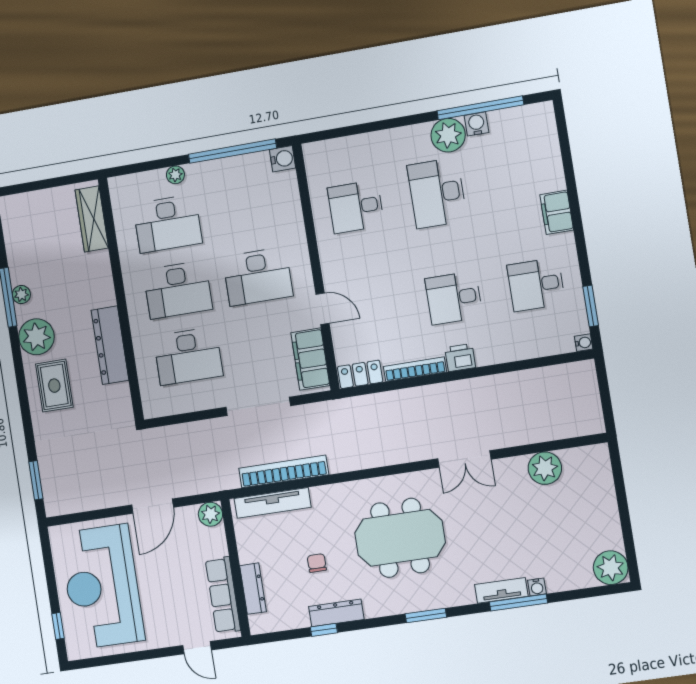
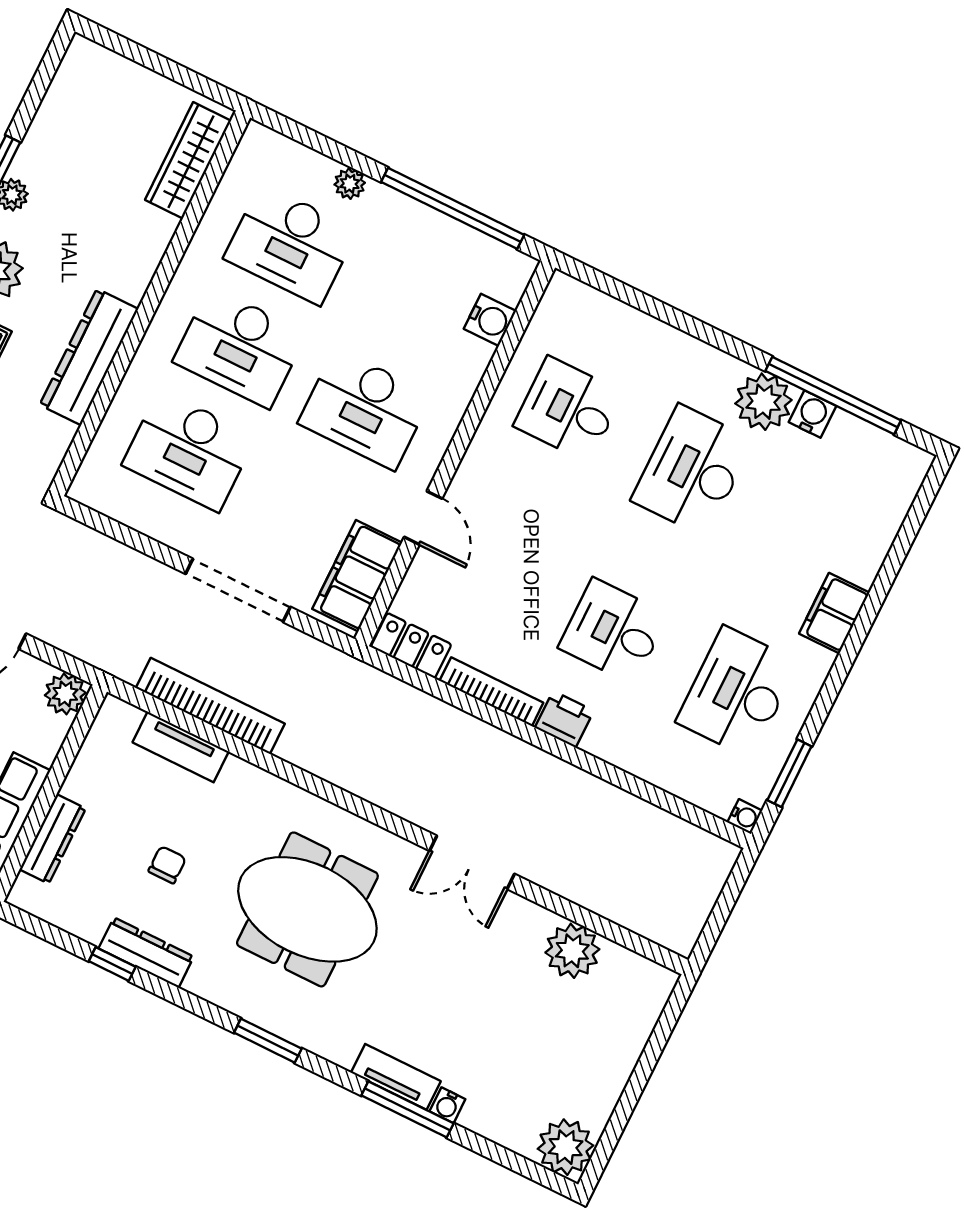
water cooler: (283, 159) -> (490, 320), moved
desk: (536, 285) -> (737, 692), width x1.37
tv unit: (273, 503) -> (181, 747), width x0.71

